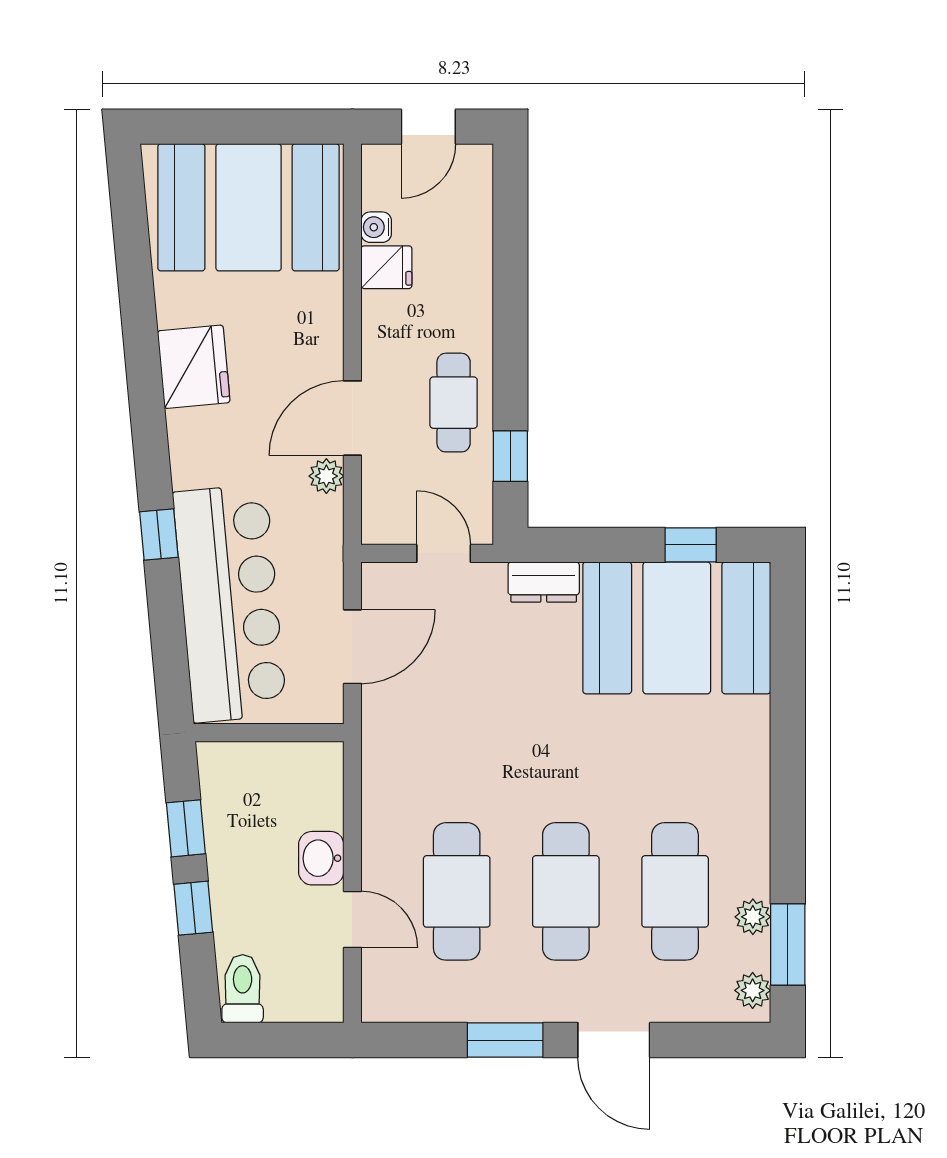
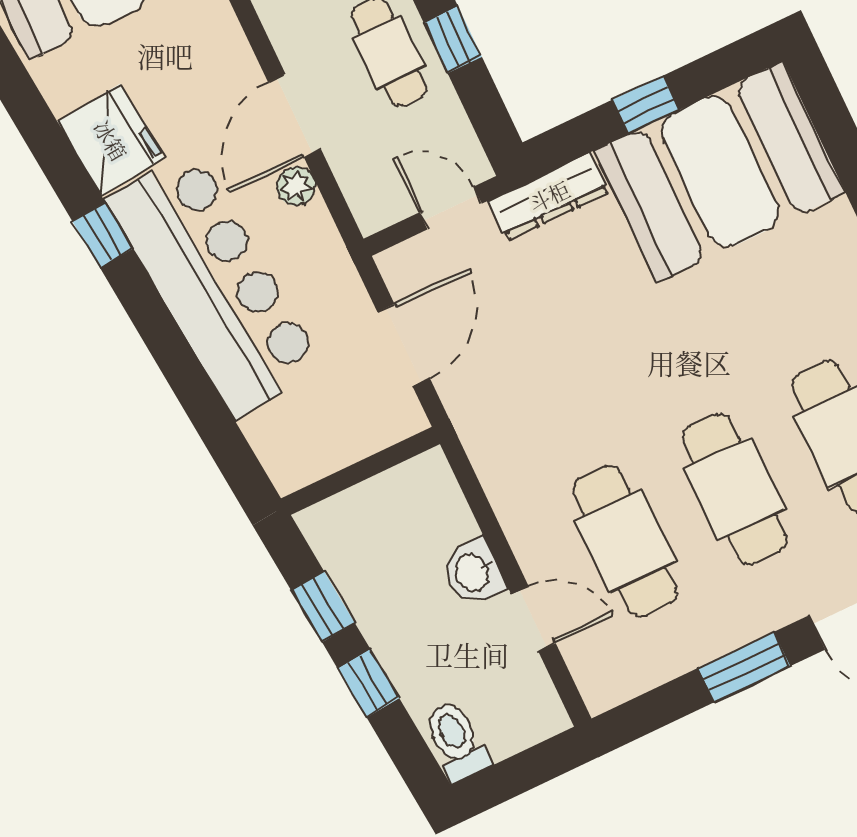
window: (510, 456) -> (453, 40), moved
window: (159, 535) -> (103, 235), moved
window: (691, 545) -> (646, 105), moved
dresser: (544, 582) -> (549, 196), width x1.44
bar counter: (230, 603) -> (214, 283), moved

